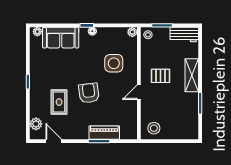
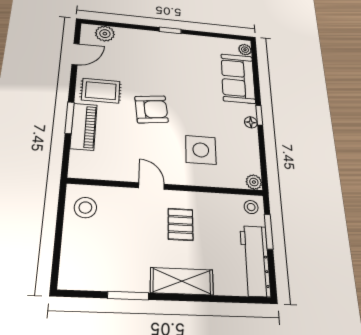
workbench: (184, 35) -> (255, 261), width x1.38
rug: (59, 102) -> (101, 91), moved

